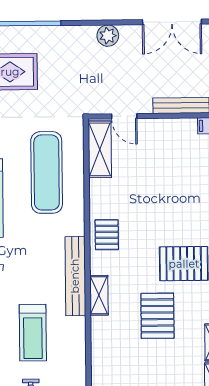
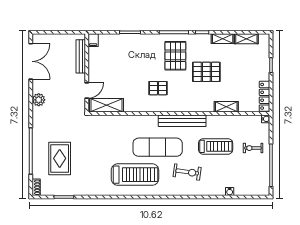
exercise mat: (47, 172) -> (158, 147), moved
pallet: (107, 235) -> (158, 88), moved
shelving: (99, 295) -> (226, 107), moved

